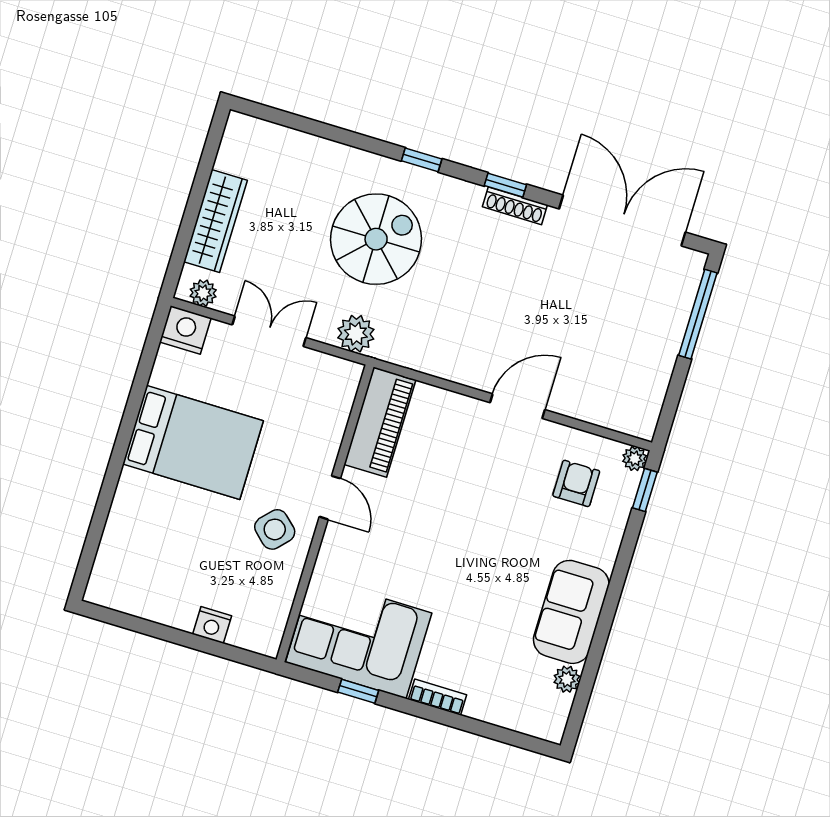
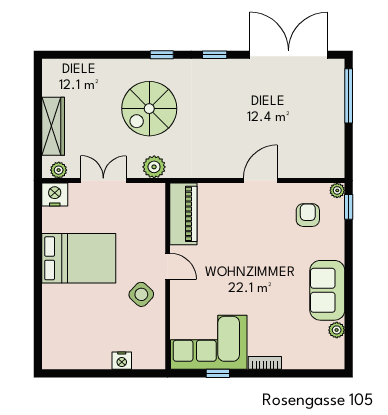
shoe rack: (515, 206) -> (224, 65), removed
spiral stairs: (376, 239) -> (149, 109), turned 180

